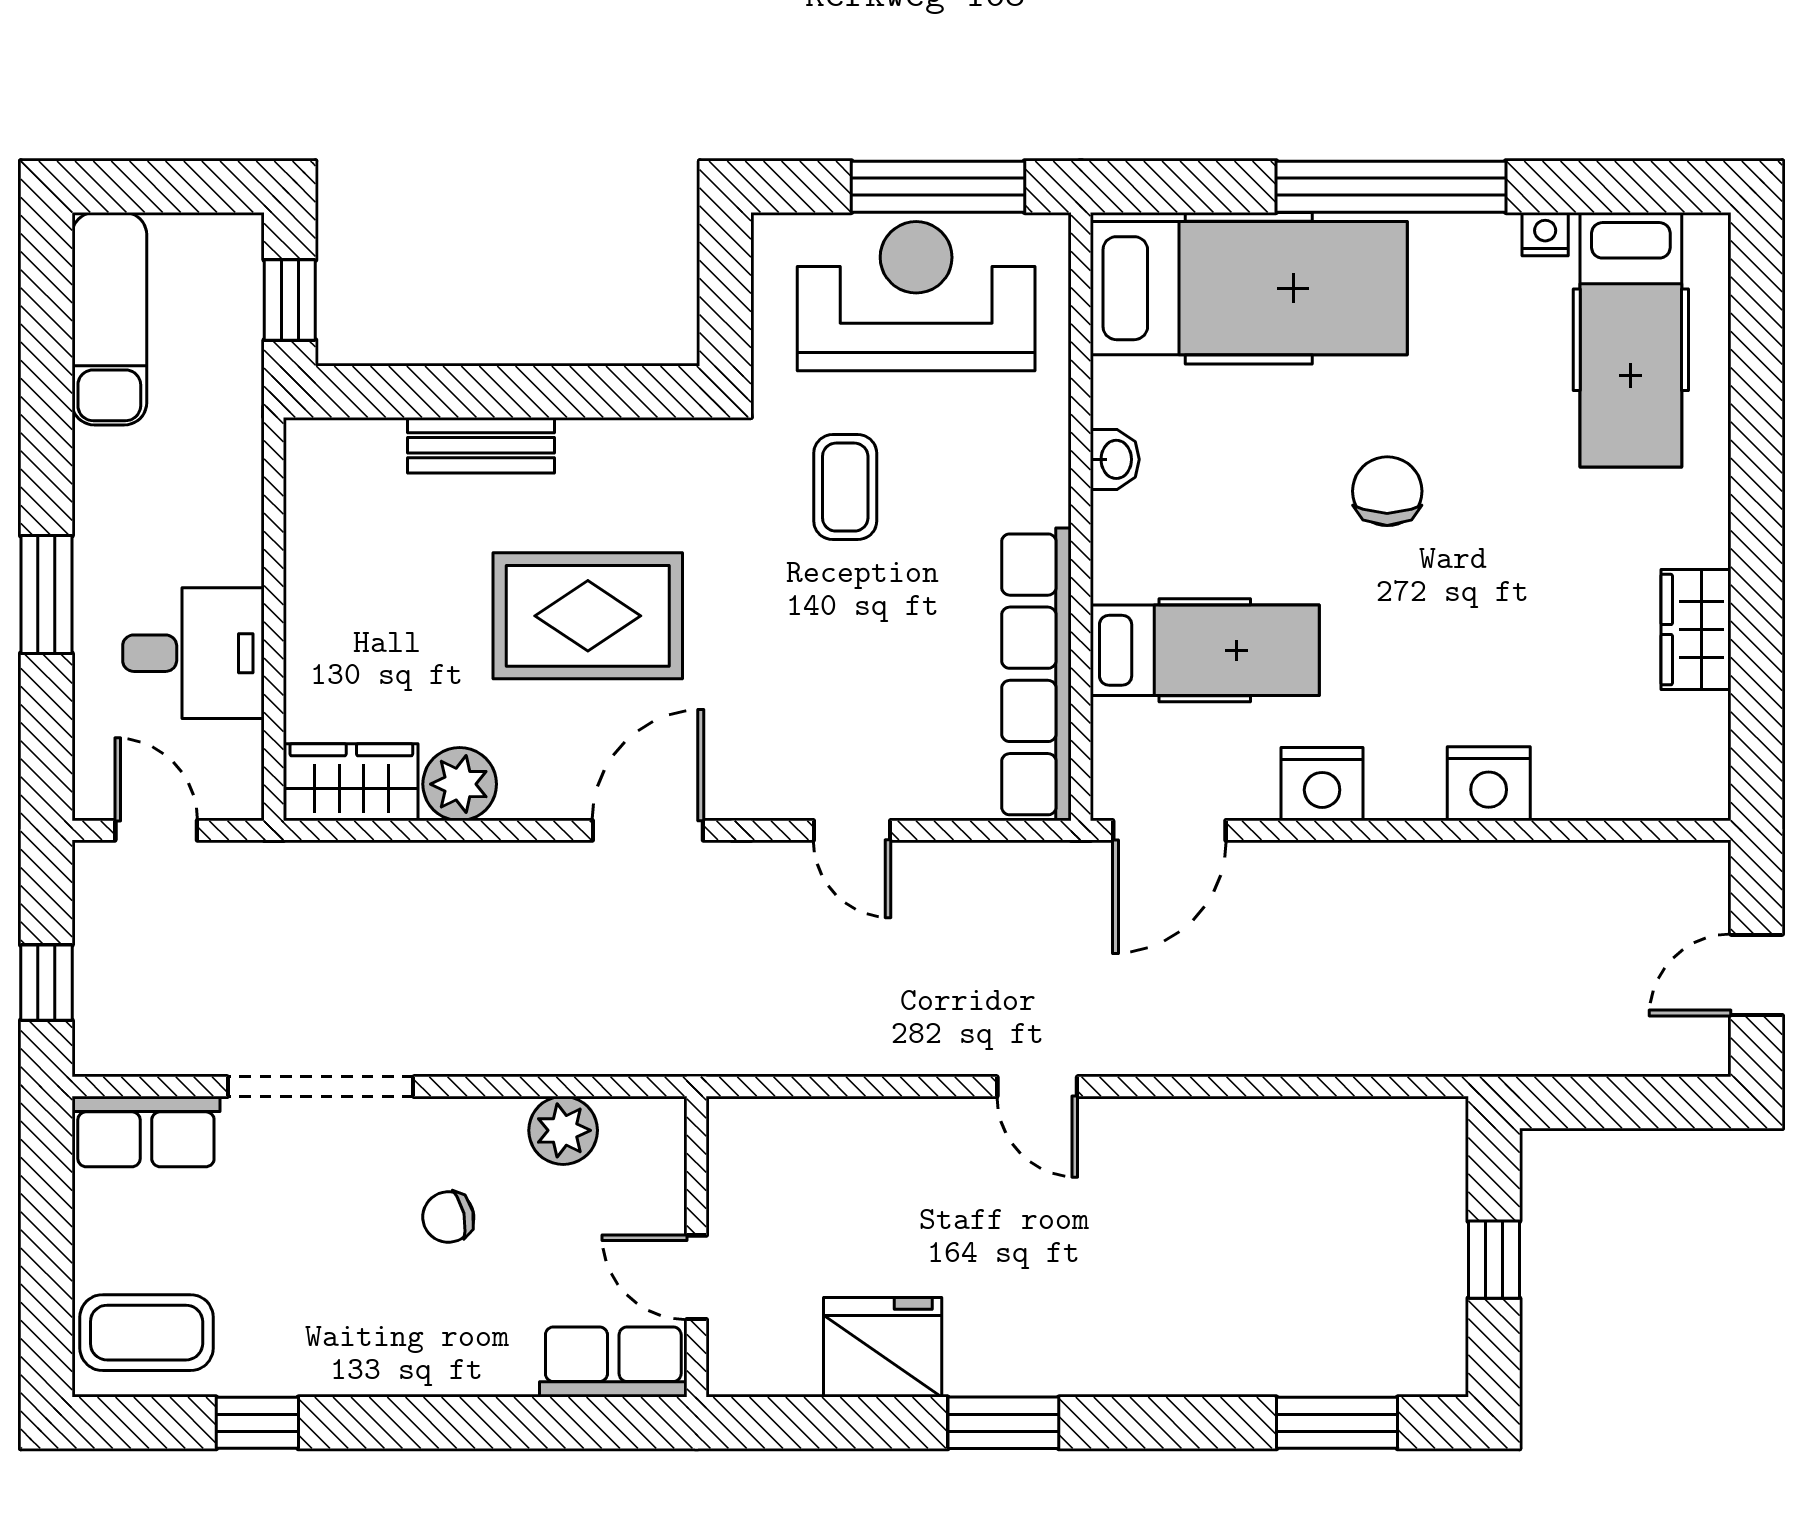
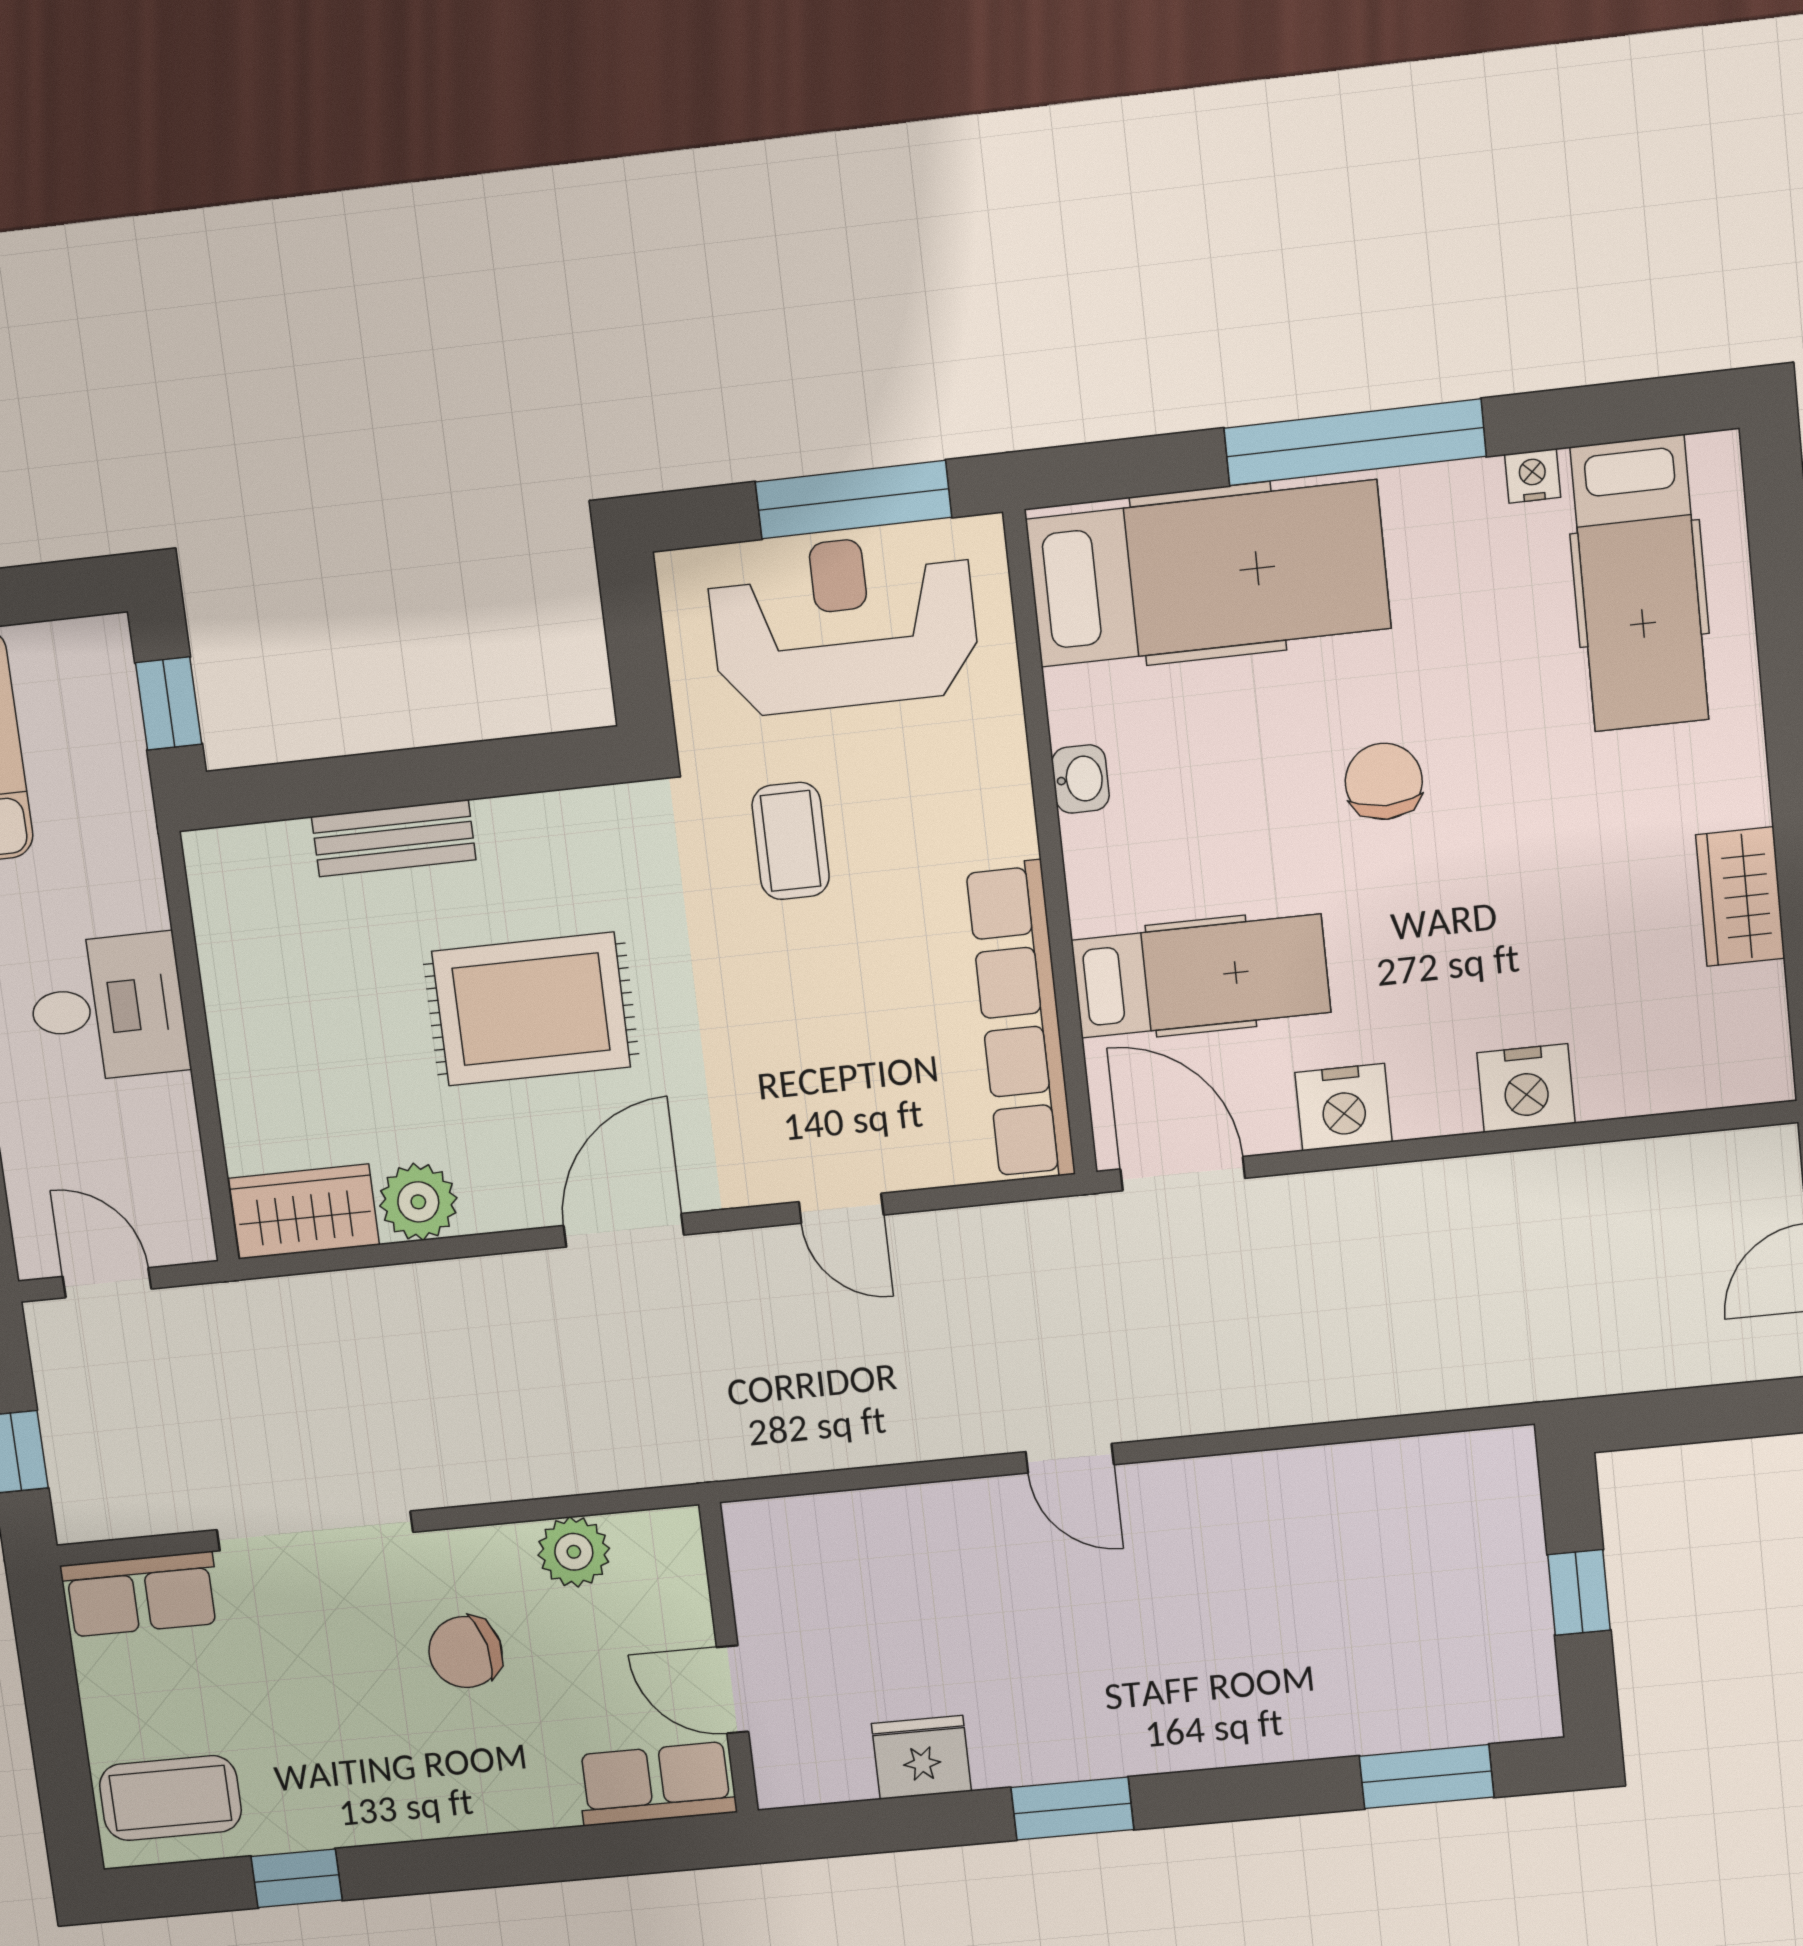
desk: (193, 653) -> (108, 1008), moved
door: (1169, 830) -> (1183, 1174), swing flipped
chair: (448, 1217) -> (466, 1652), width x1.37, depth x1.37
fridge: (883, 1347) -> (921, 1757), width x0.73, depth x0.75

